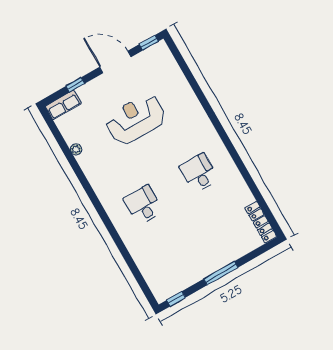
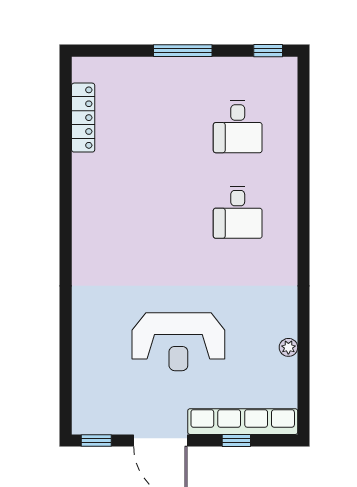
row of seats: (63, 105) -> (243, 422), width x2.02
desk: (199, 173) -> (238, 127), moved
locker: (261, 222) -> (83, 118), moved

